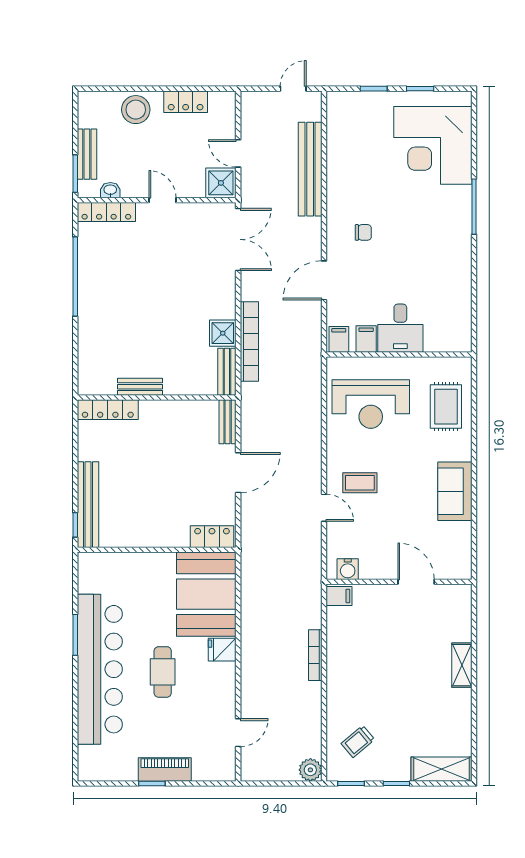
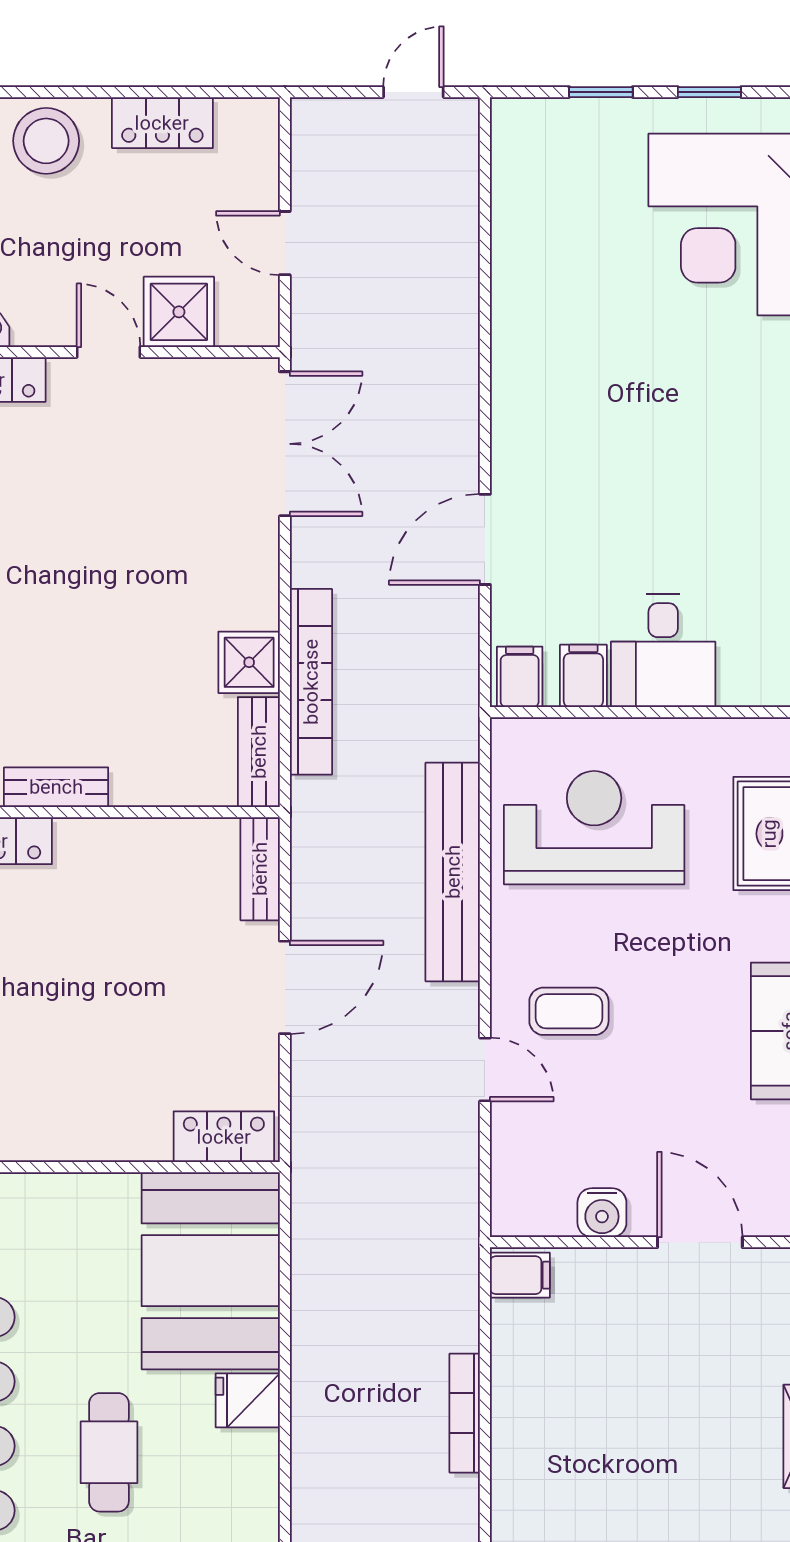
bench: (310, 169) -> (453, 872), moved
shower: (221, 183) -> (179, 312), moved
chair: (363, 232) -> (577, 427), removed
reception desk: (371, 404) -> (594, 828), turned 180
water cooler: (348, 569) -> (602, 1213), moved

